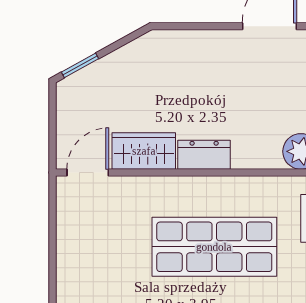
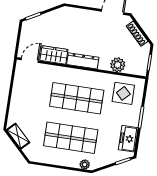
dresser: (204, 155) -> (83, 61), width x1.44

